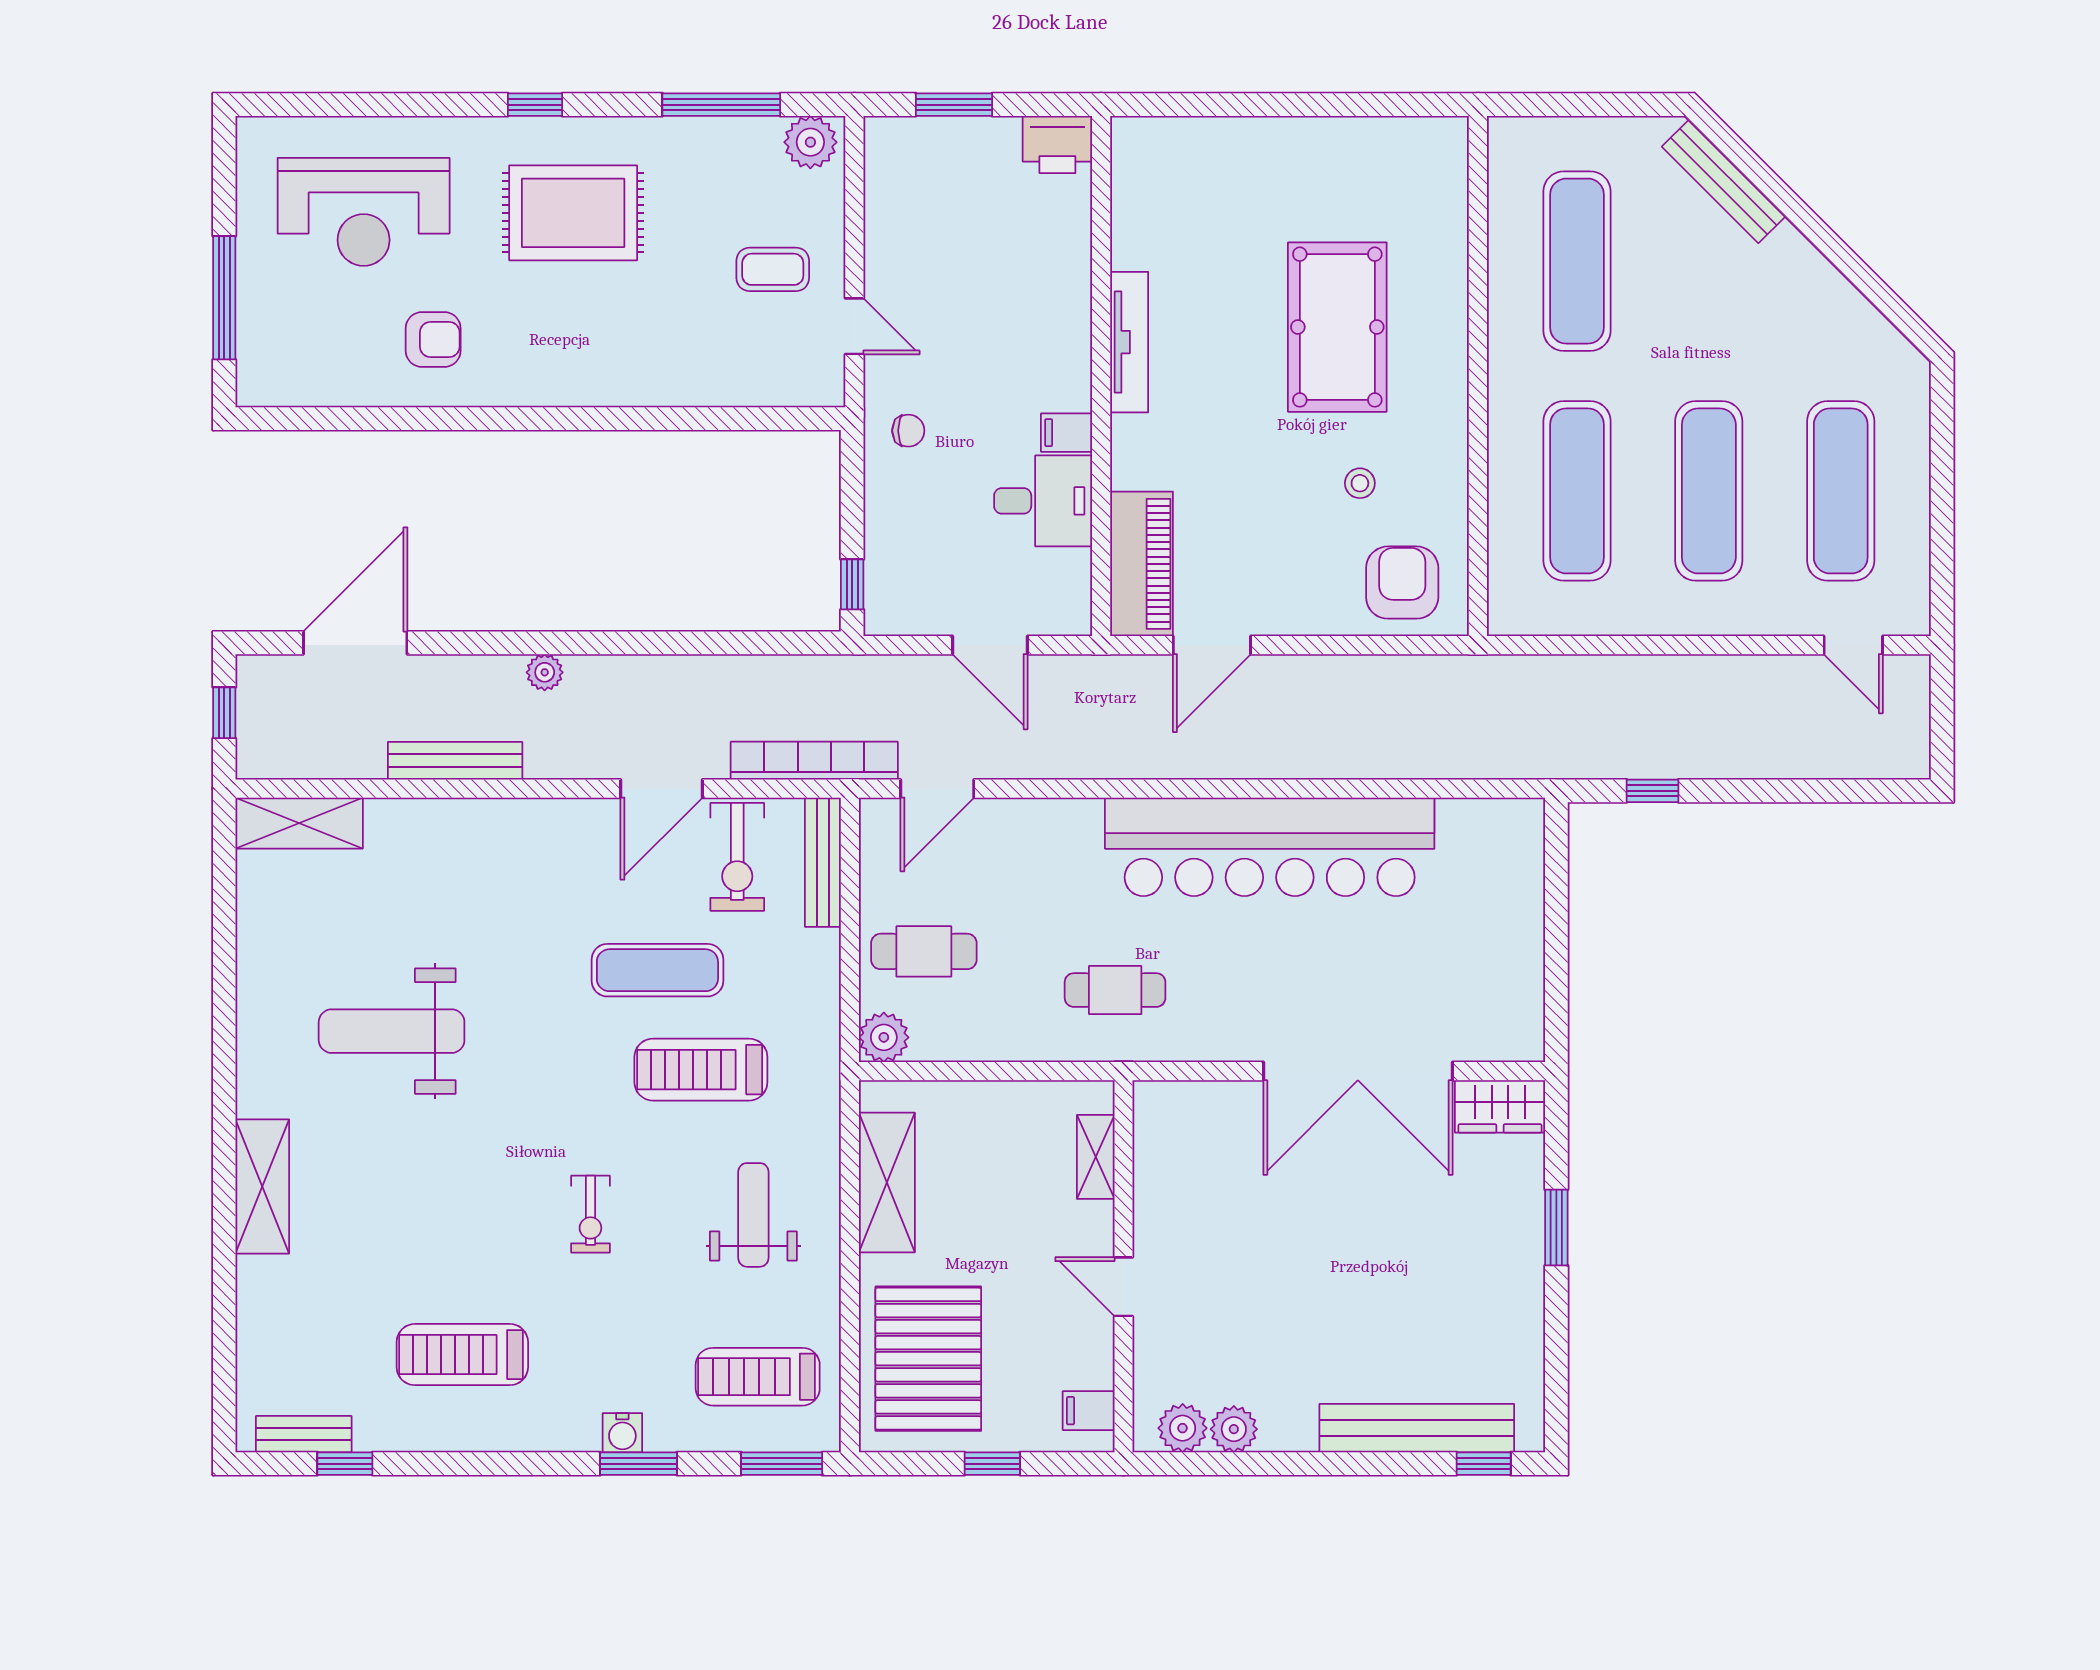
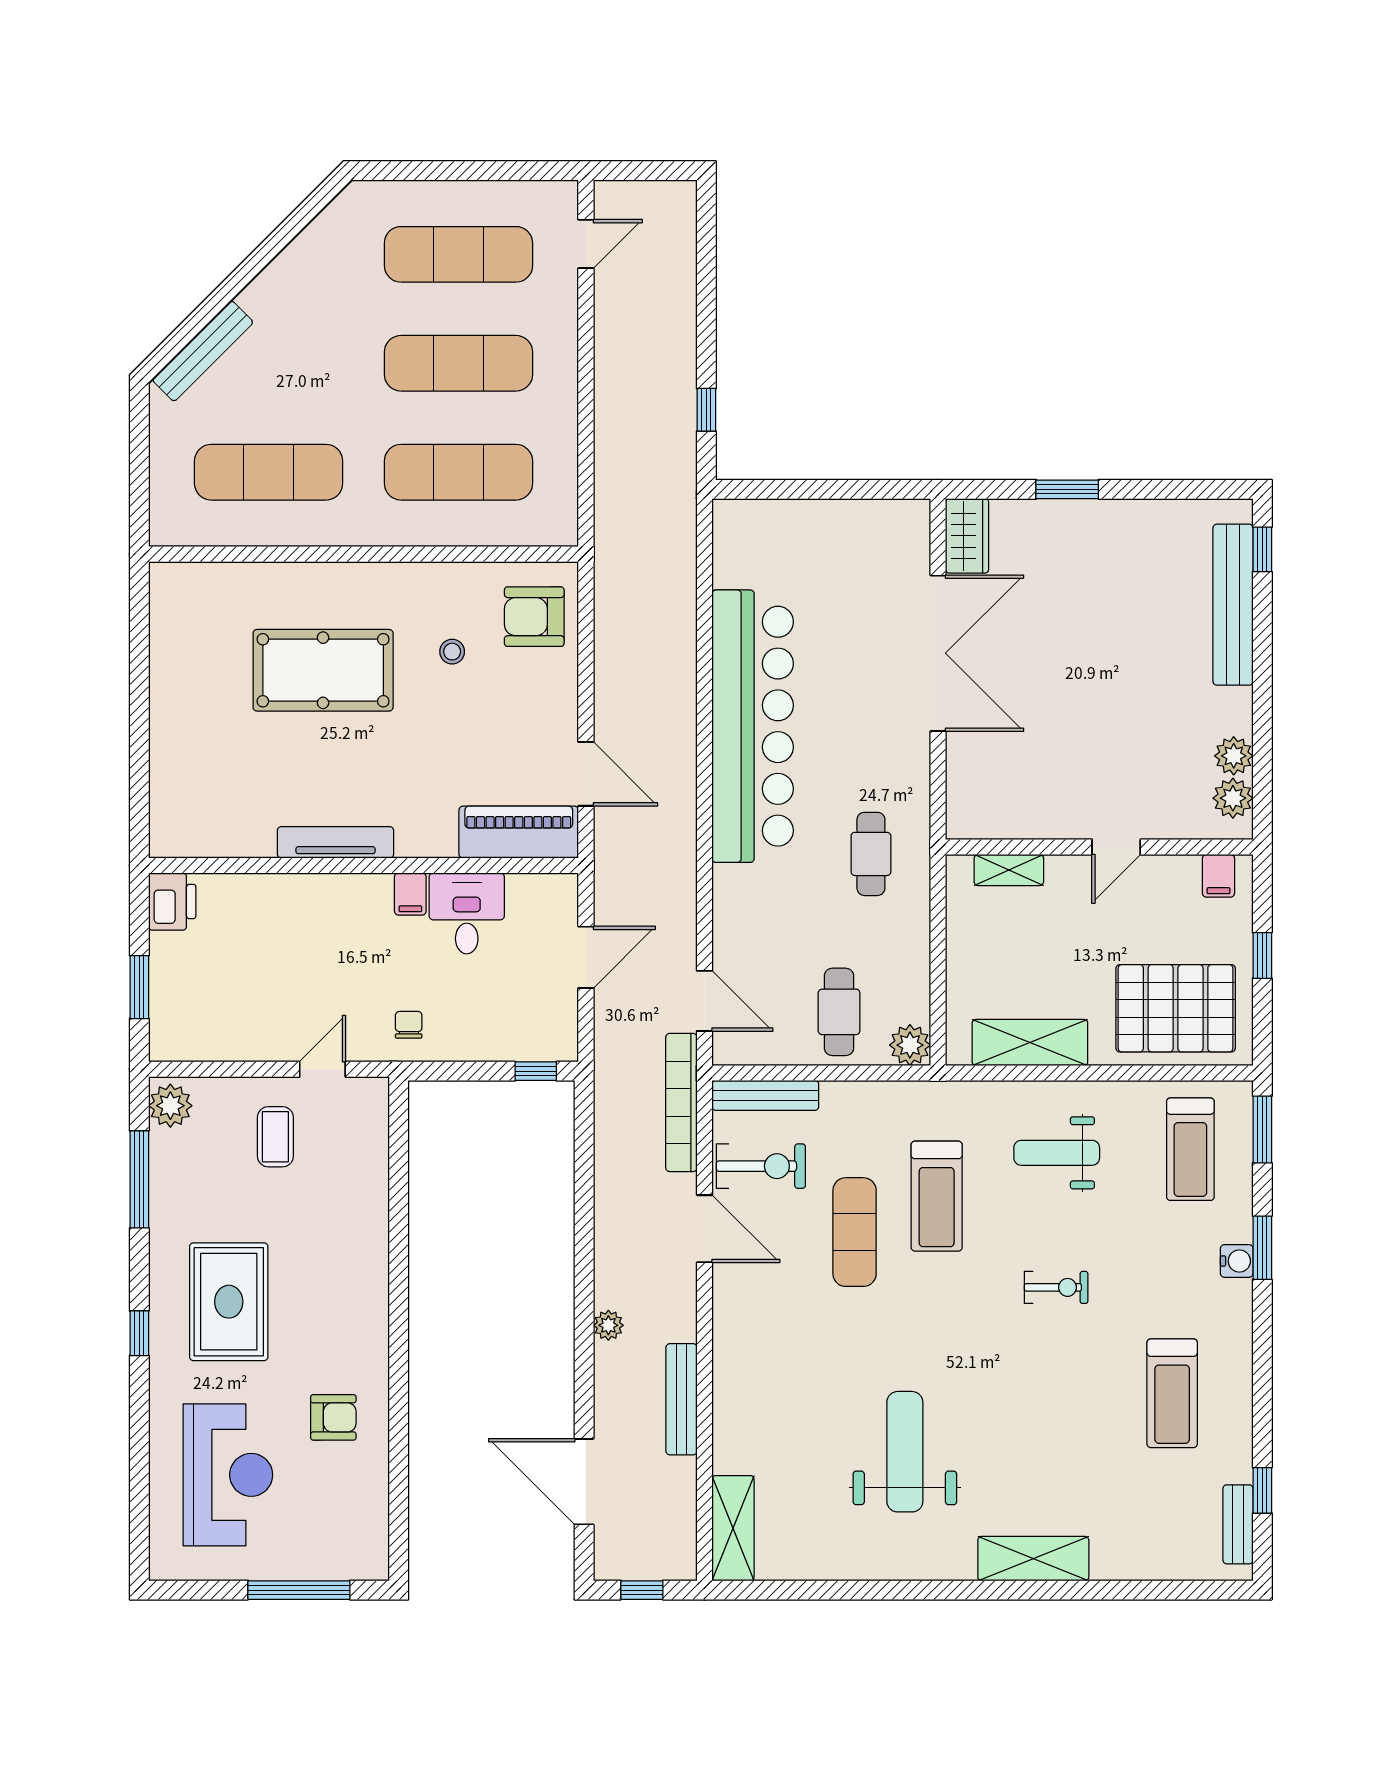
armchair: (433, 339) -> (333, 1417), turned 90
weight bench: (392, 1031) -> (905, 1452), turned 180

